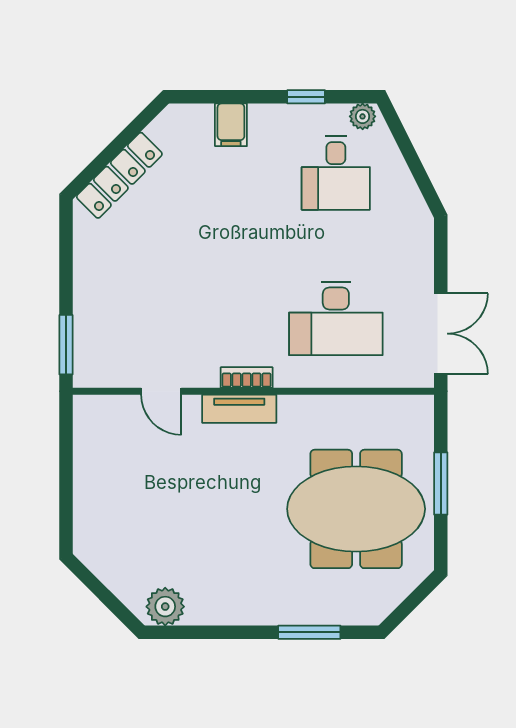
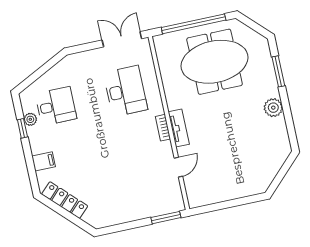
plant: (363, 116) -> (30, 119), moved
locker: (119, 175) -> (65, 200), moved
window: (441, 483) -> (194, 24), width x2.11
meeting table: (356, 509) -> (215, 62), turned 90
plant: (165, 607) -> (273, 108), moved

